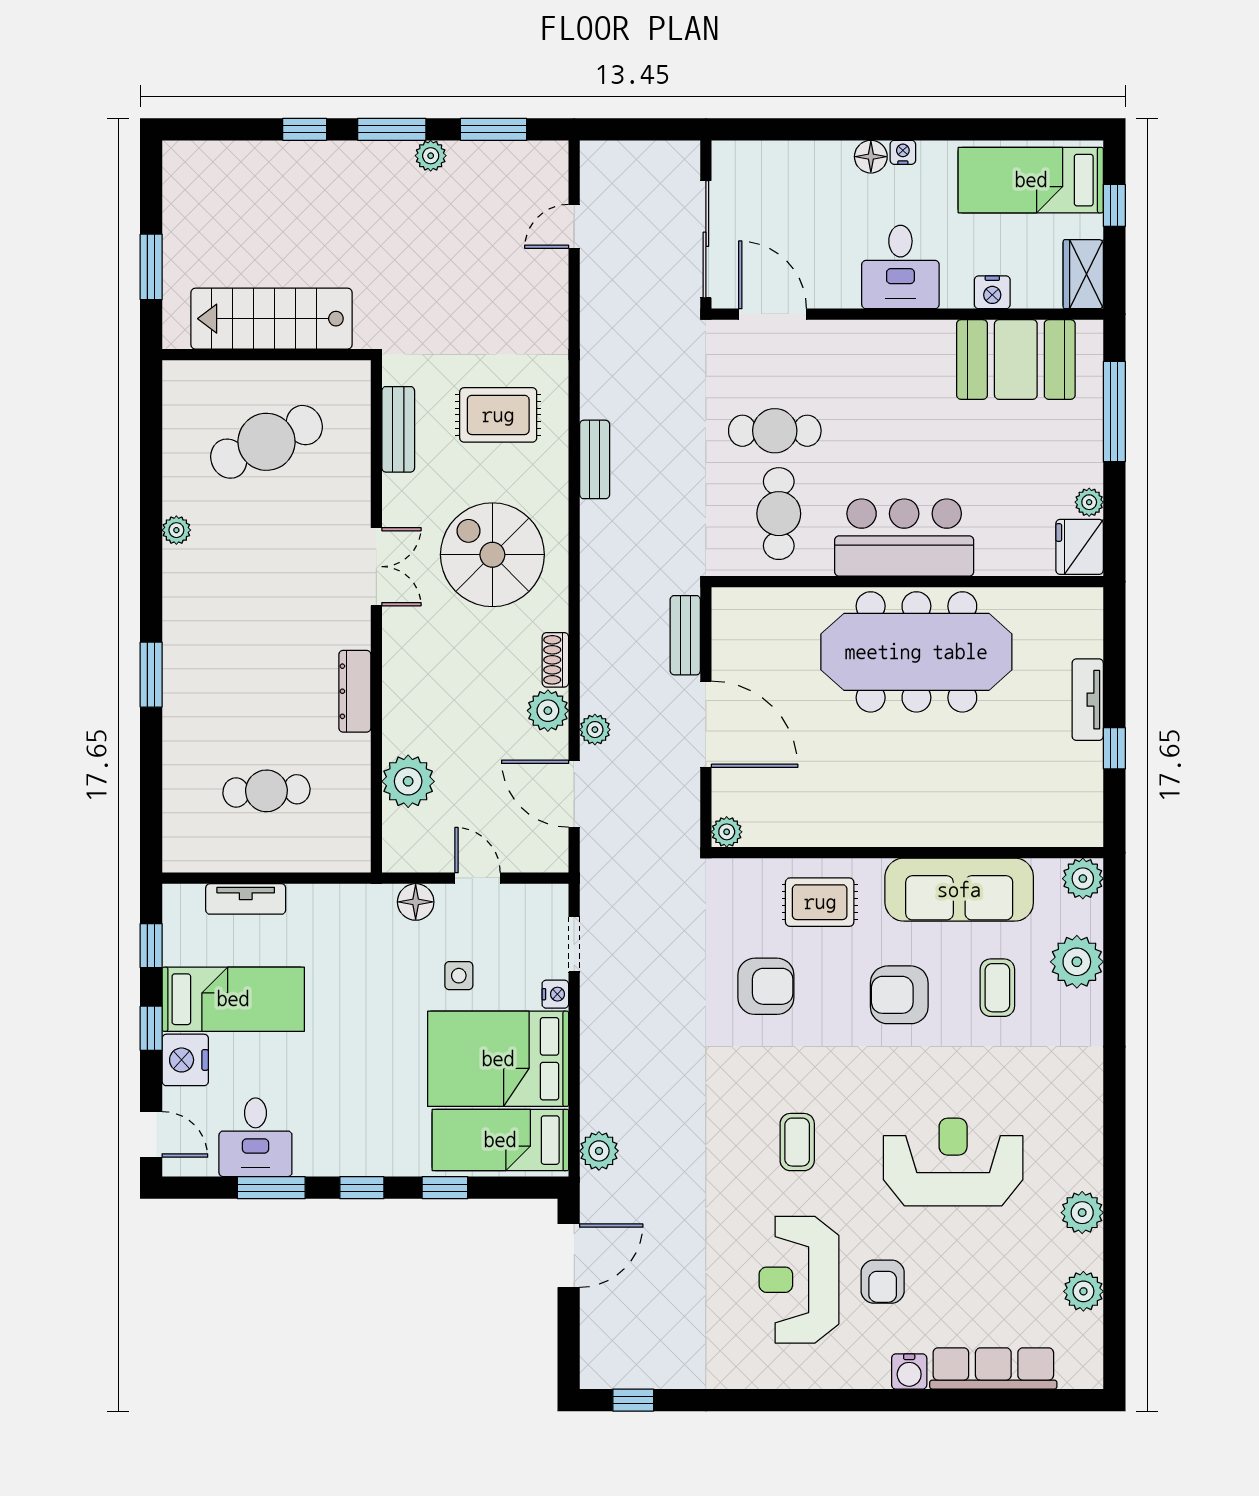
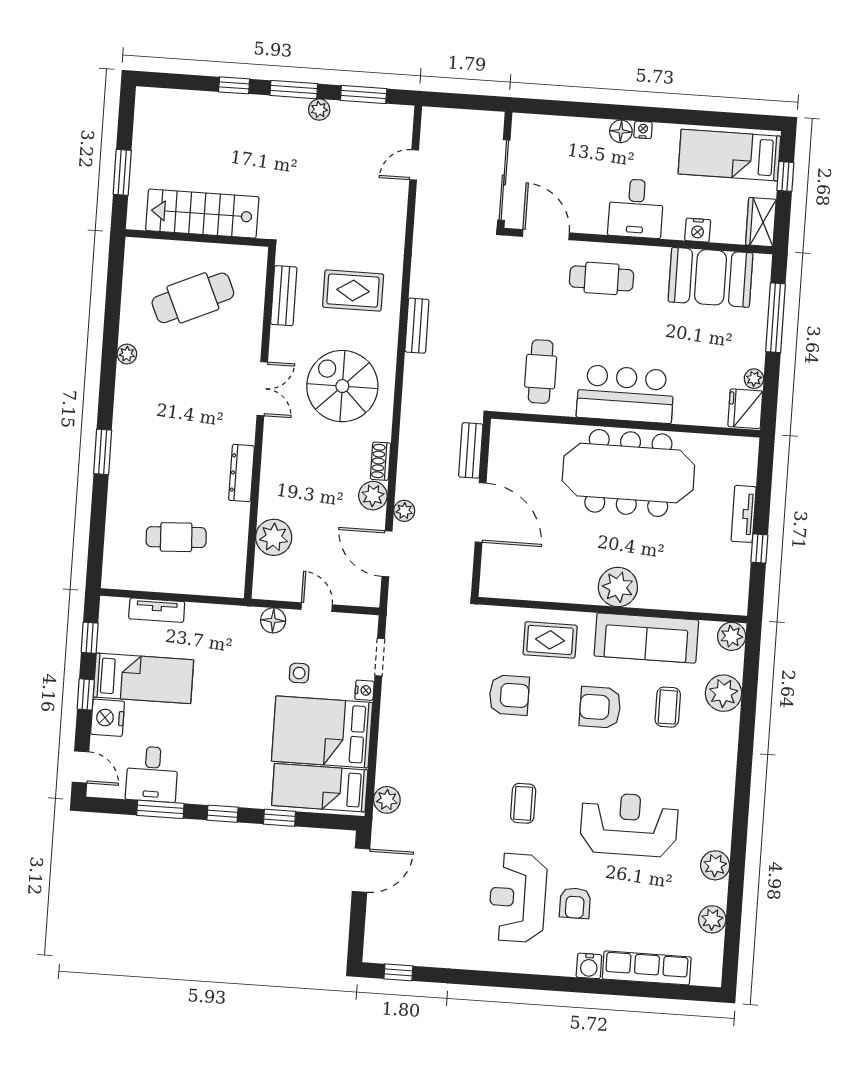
cafe table: (775, 431) -> (602, 278), moved
plant: (727, 832) -> (618, 587), moved, width x1.87, depth x1.87

